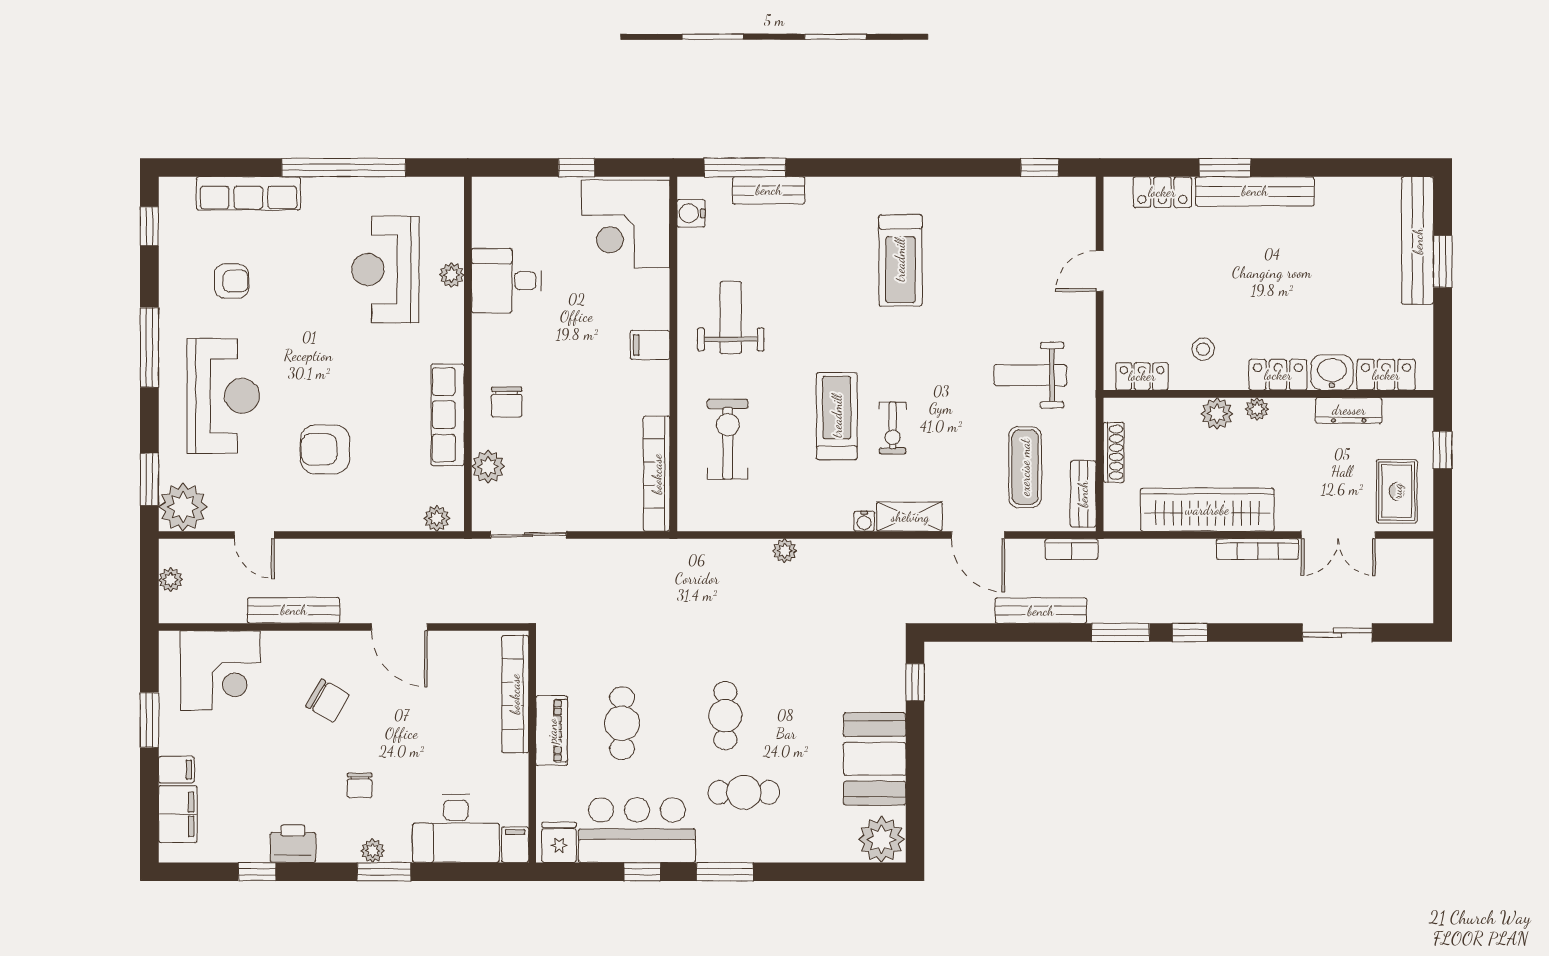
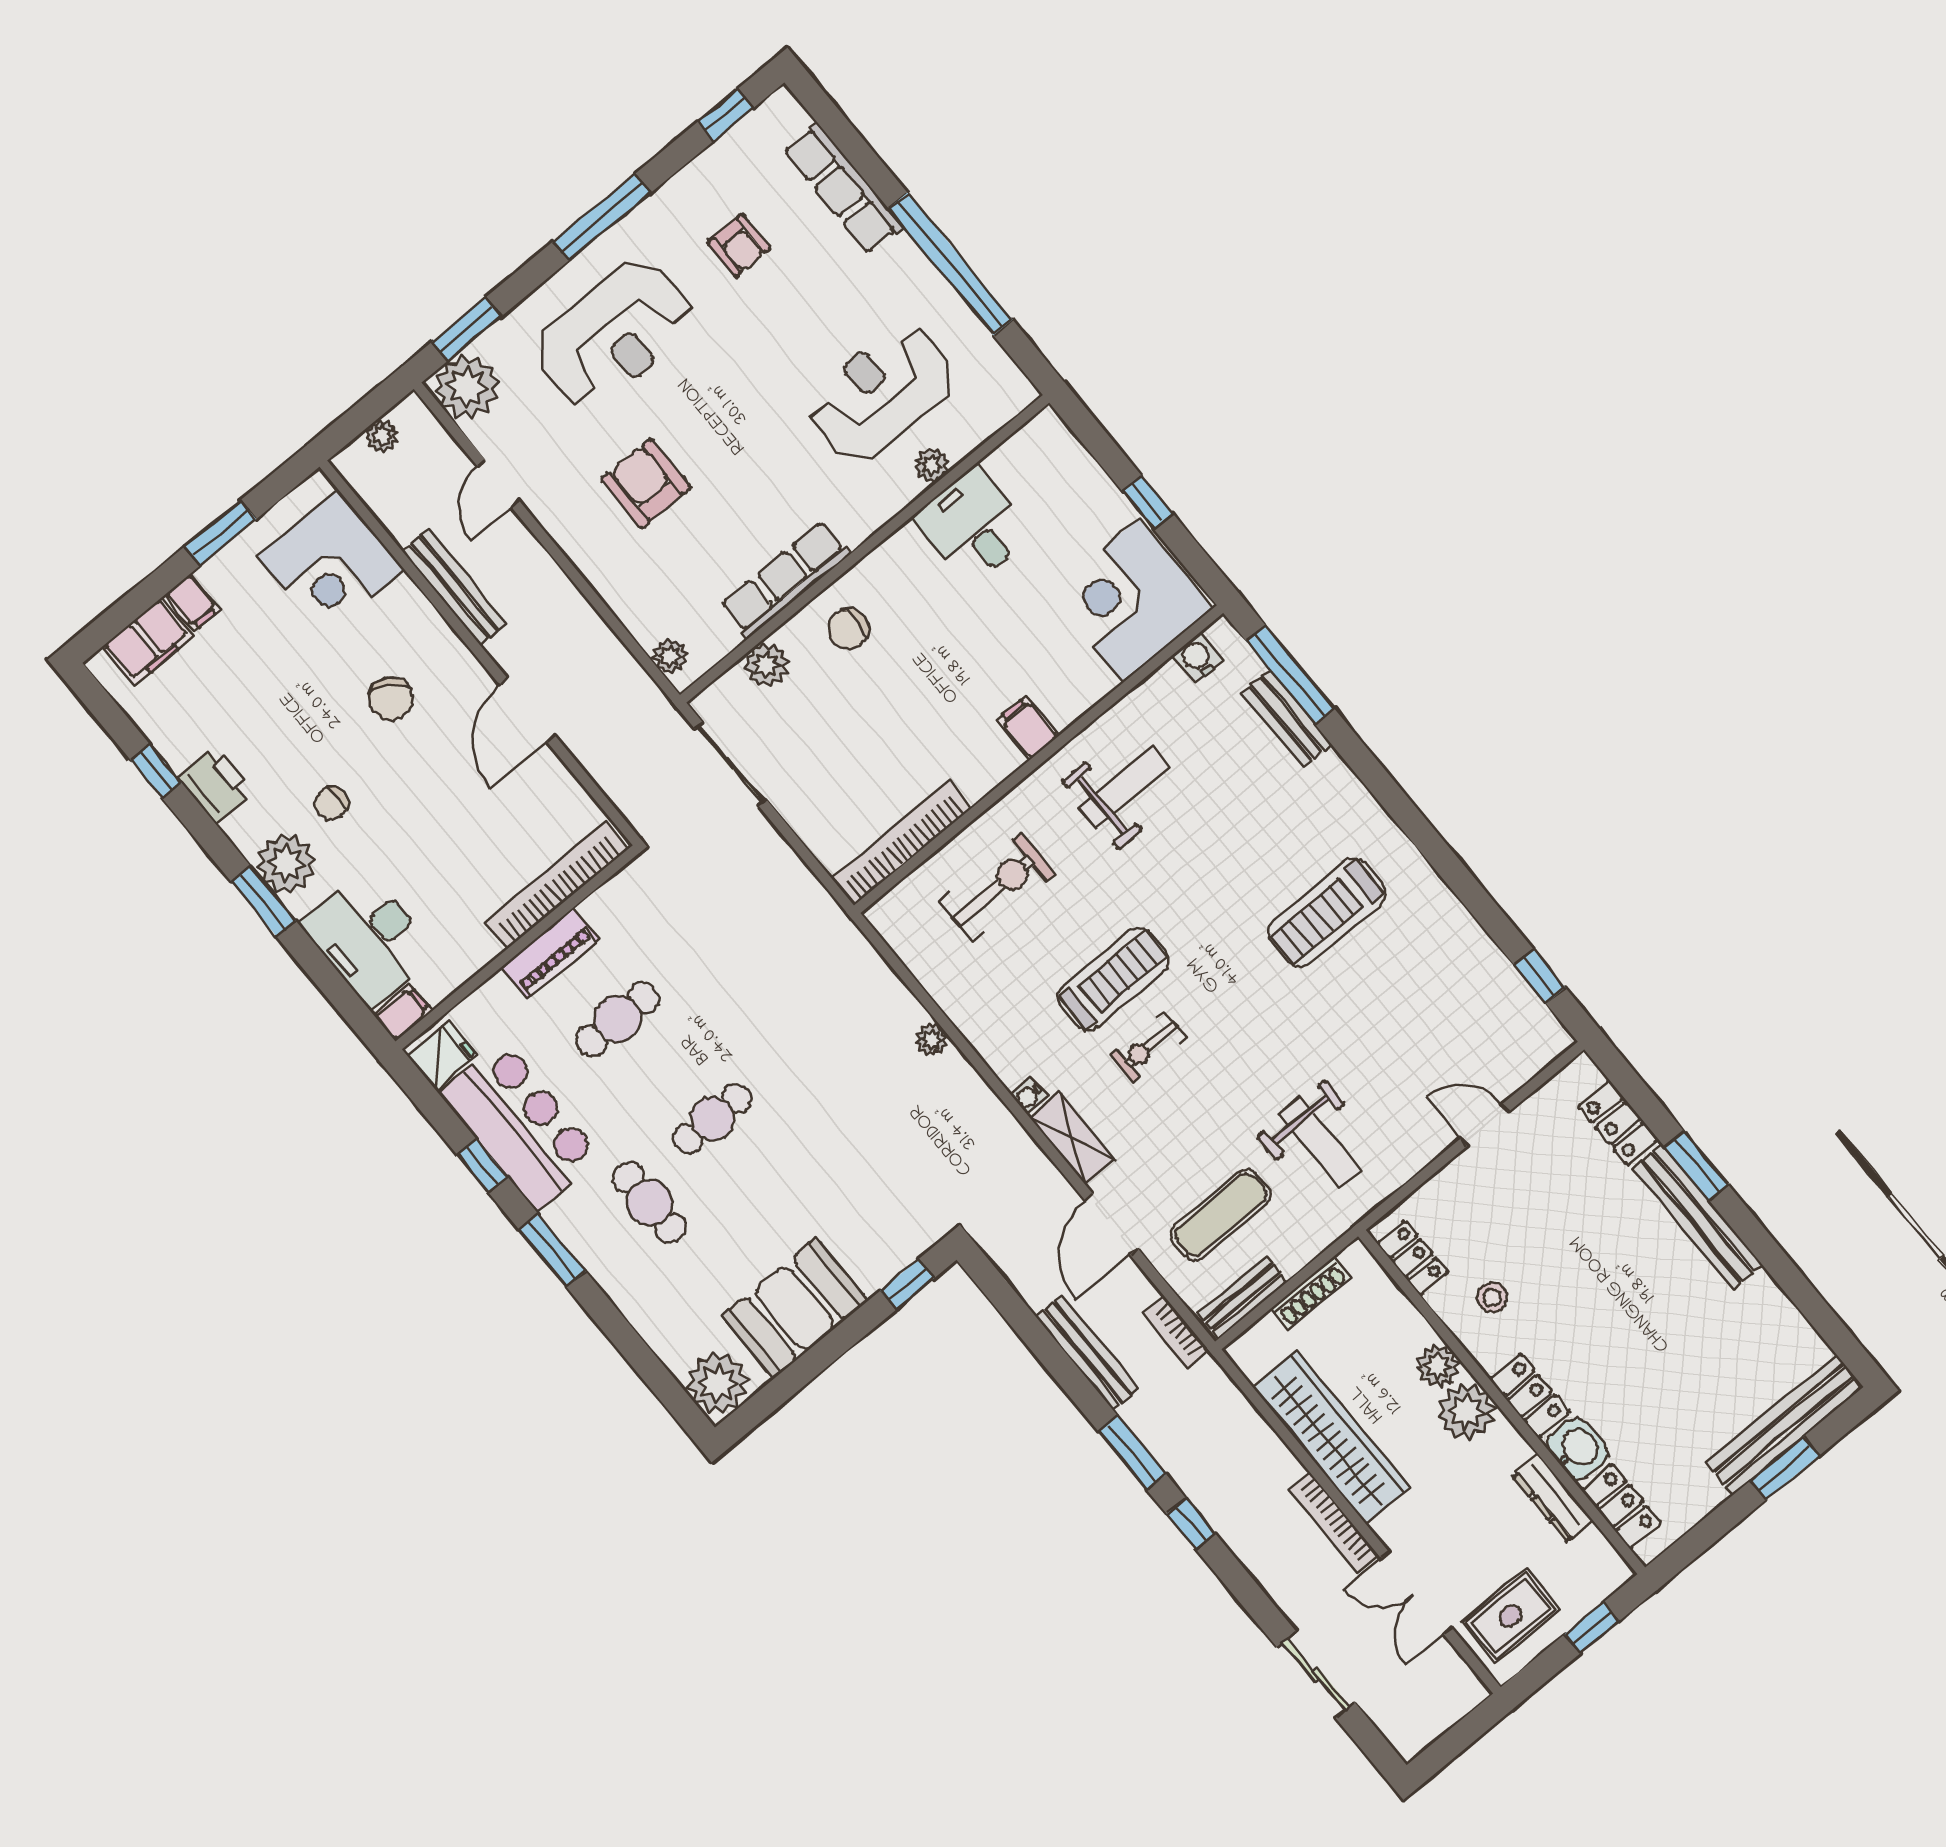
weight bench: (1030, 375) -> (1319, 1142), turned 180
plant: (1257, 409) -> (1466, 1412), width x1.87, depth x1.87
plant: (373, 851) -> (286, 863), width x1.88, depth x1.88

